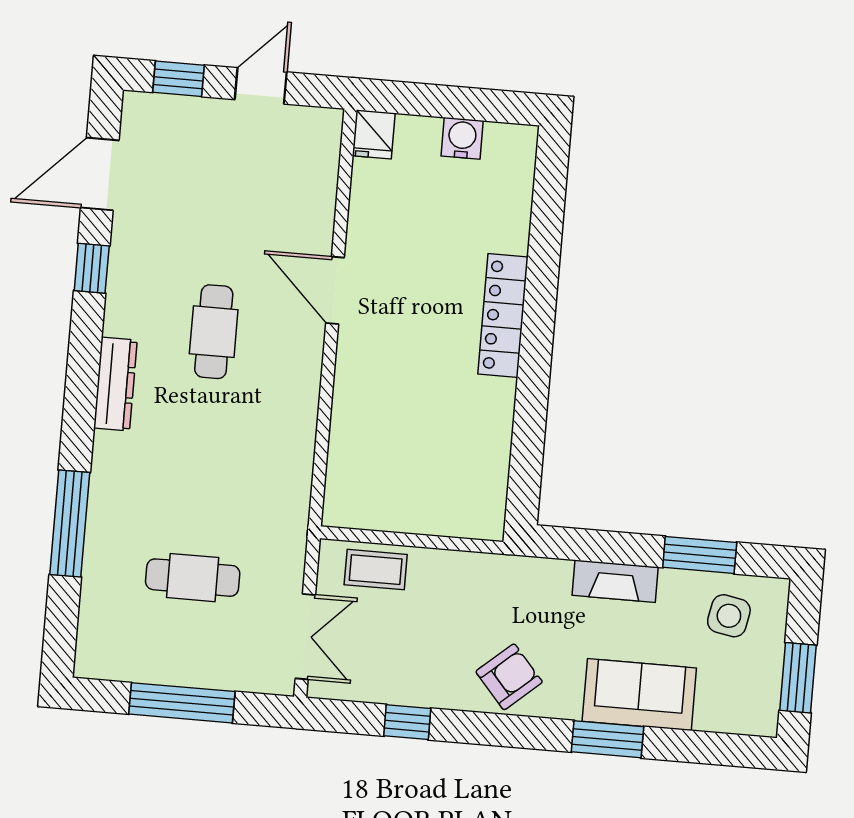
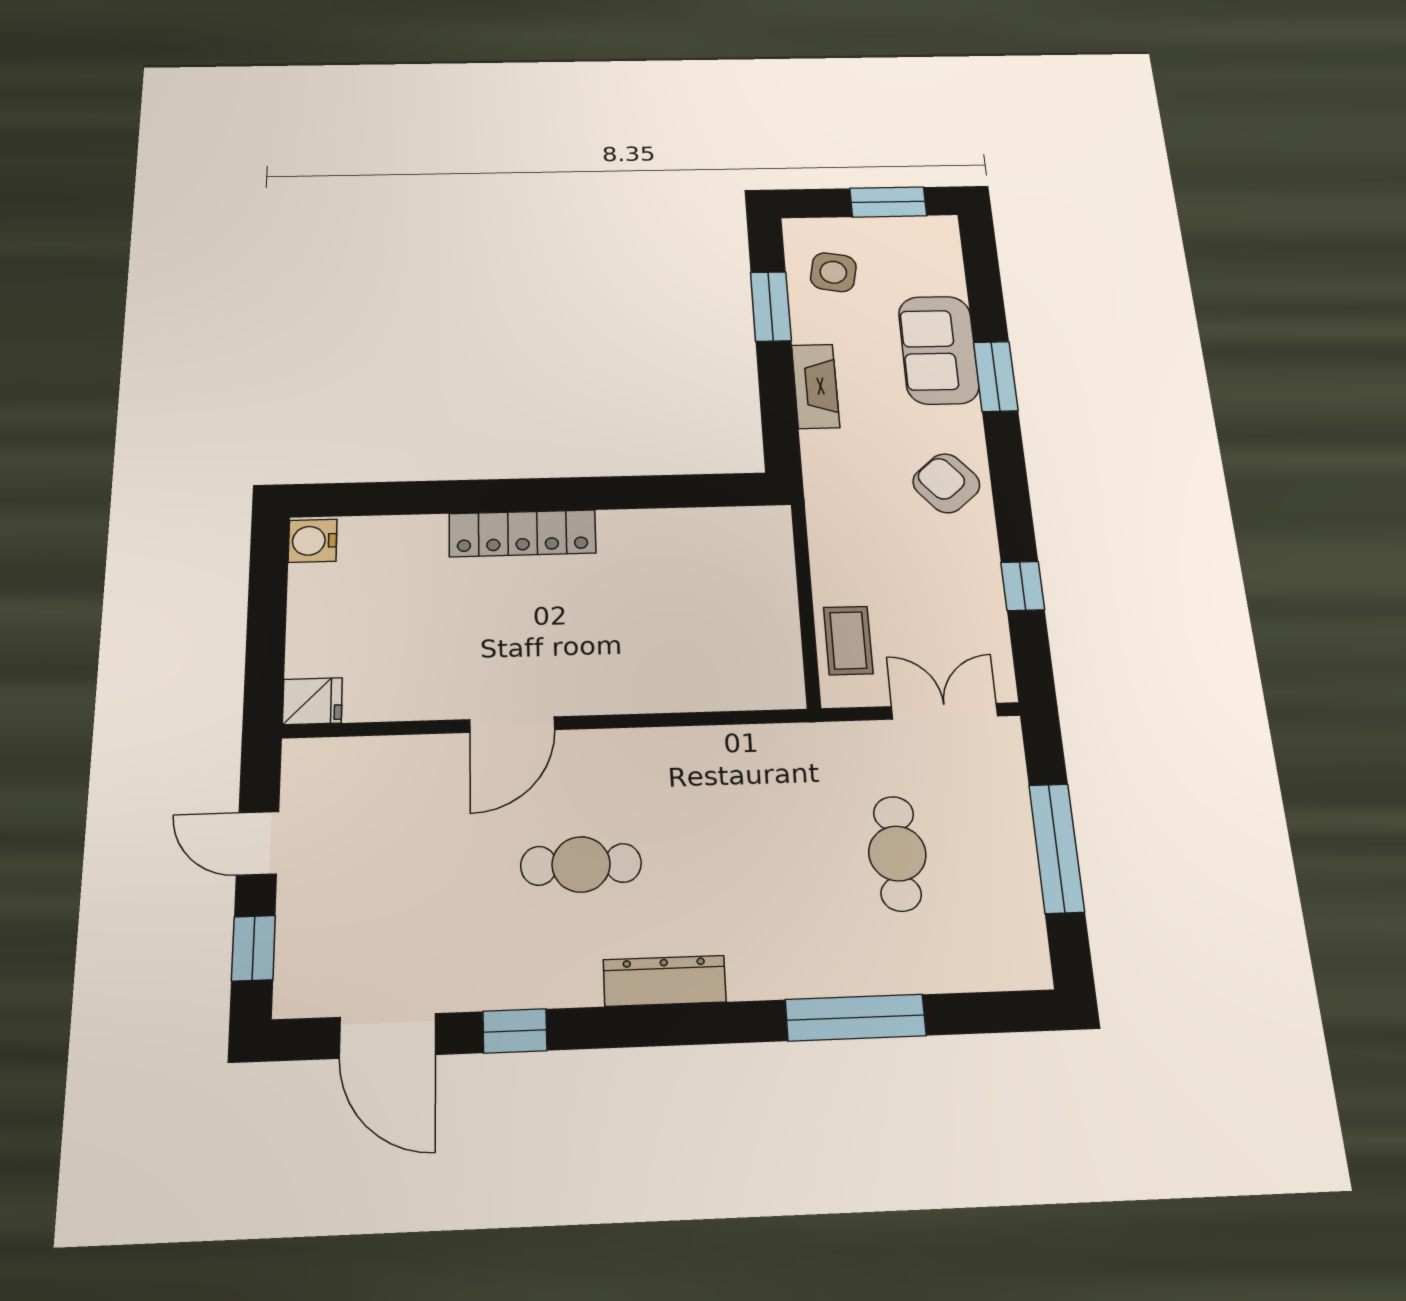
water cooler: (462, 138) -> (313, 541), moved

